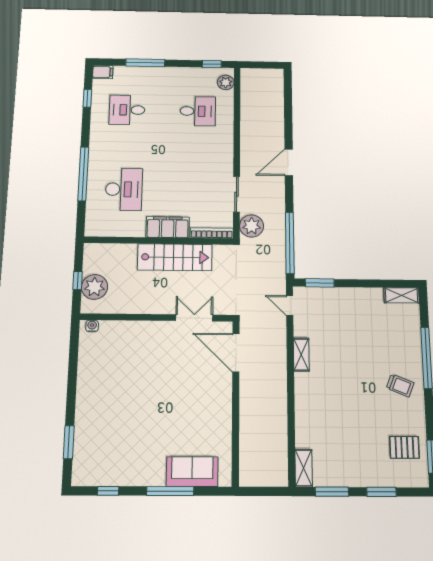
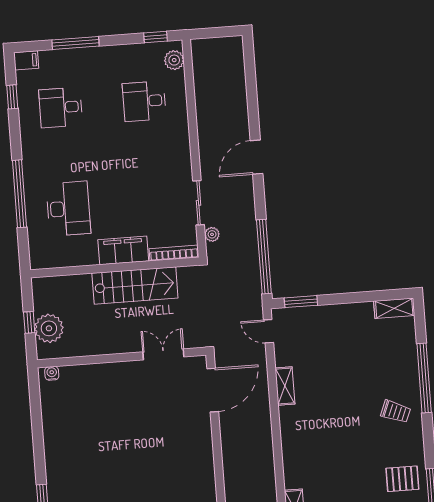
desk: (198, 111) -> (144, 101), turned 180
plant: (252, 226) -> (212, 234), width x0.53, depth x0.53
door: (236, 353) -> (213, 390), swing flipped

